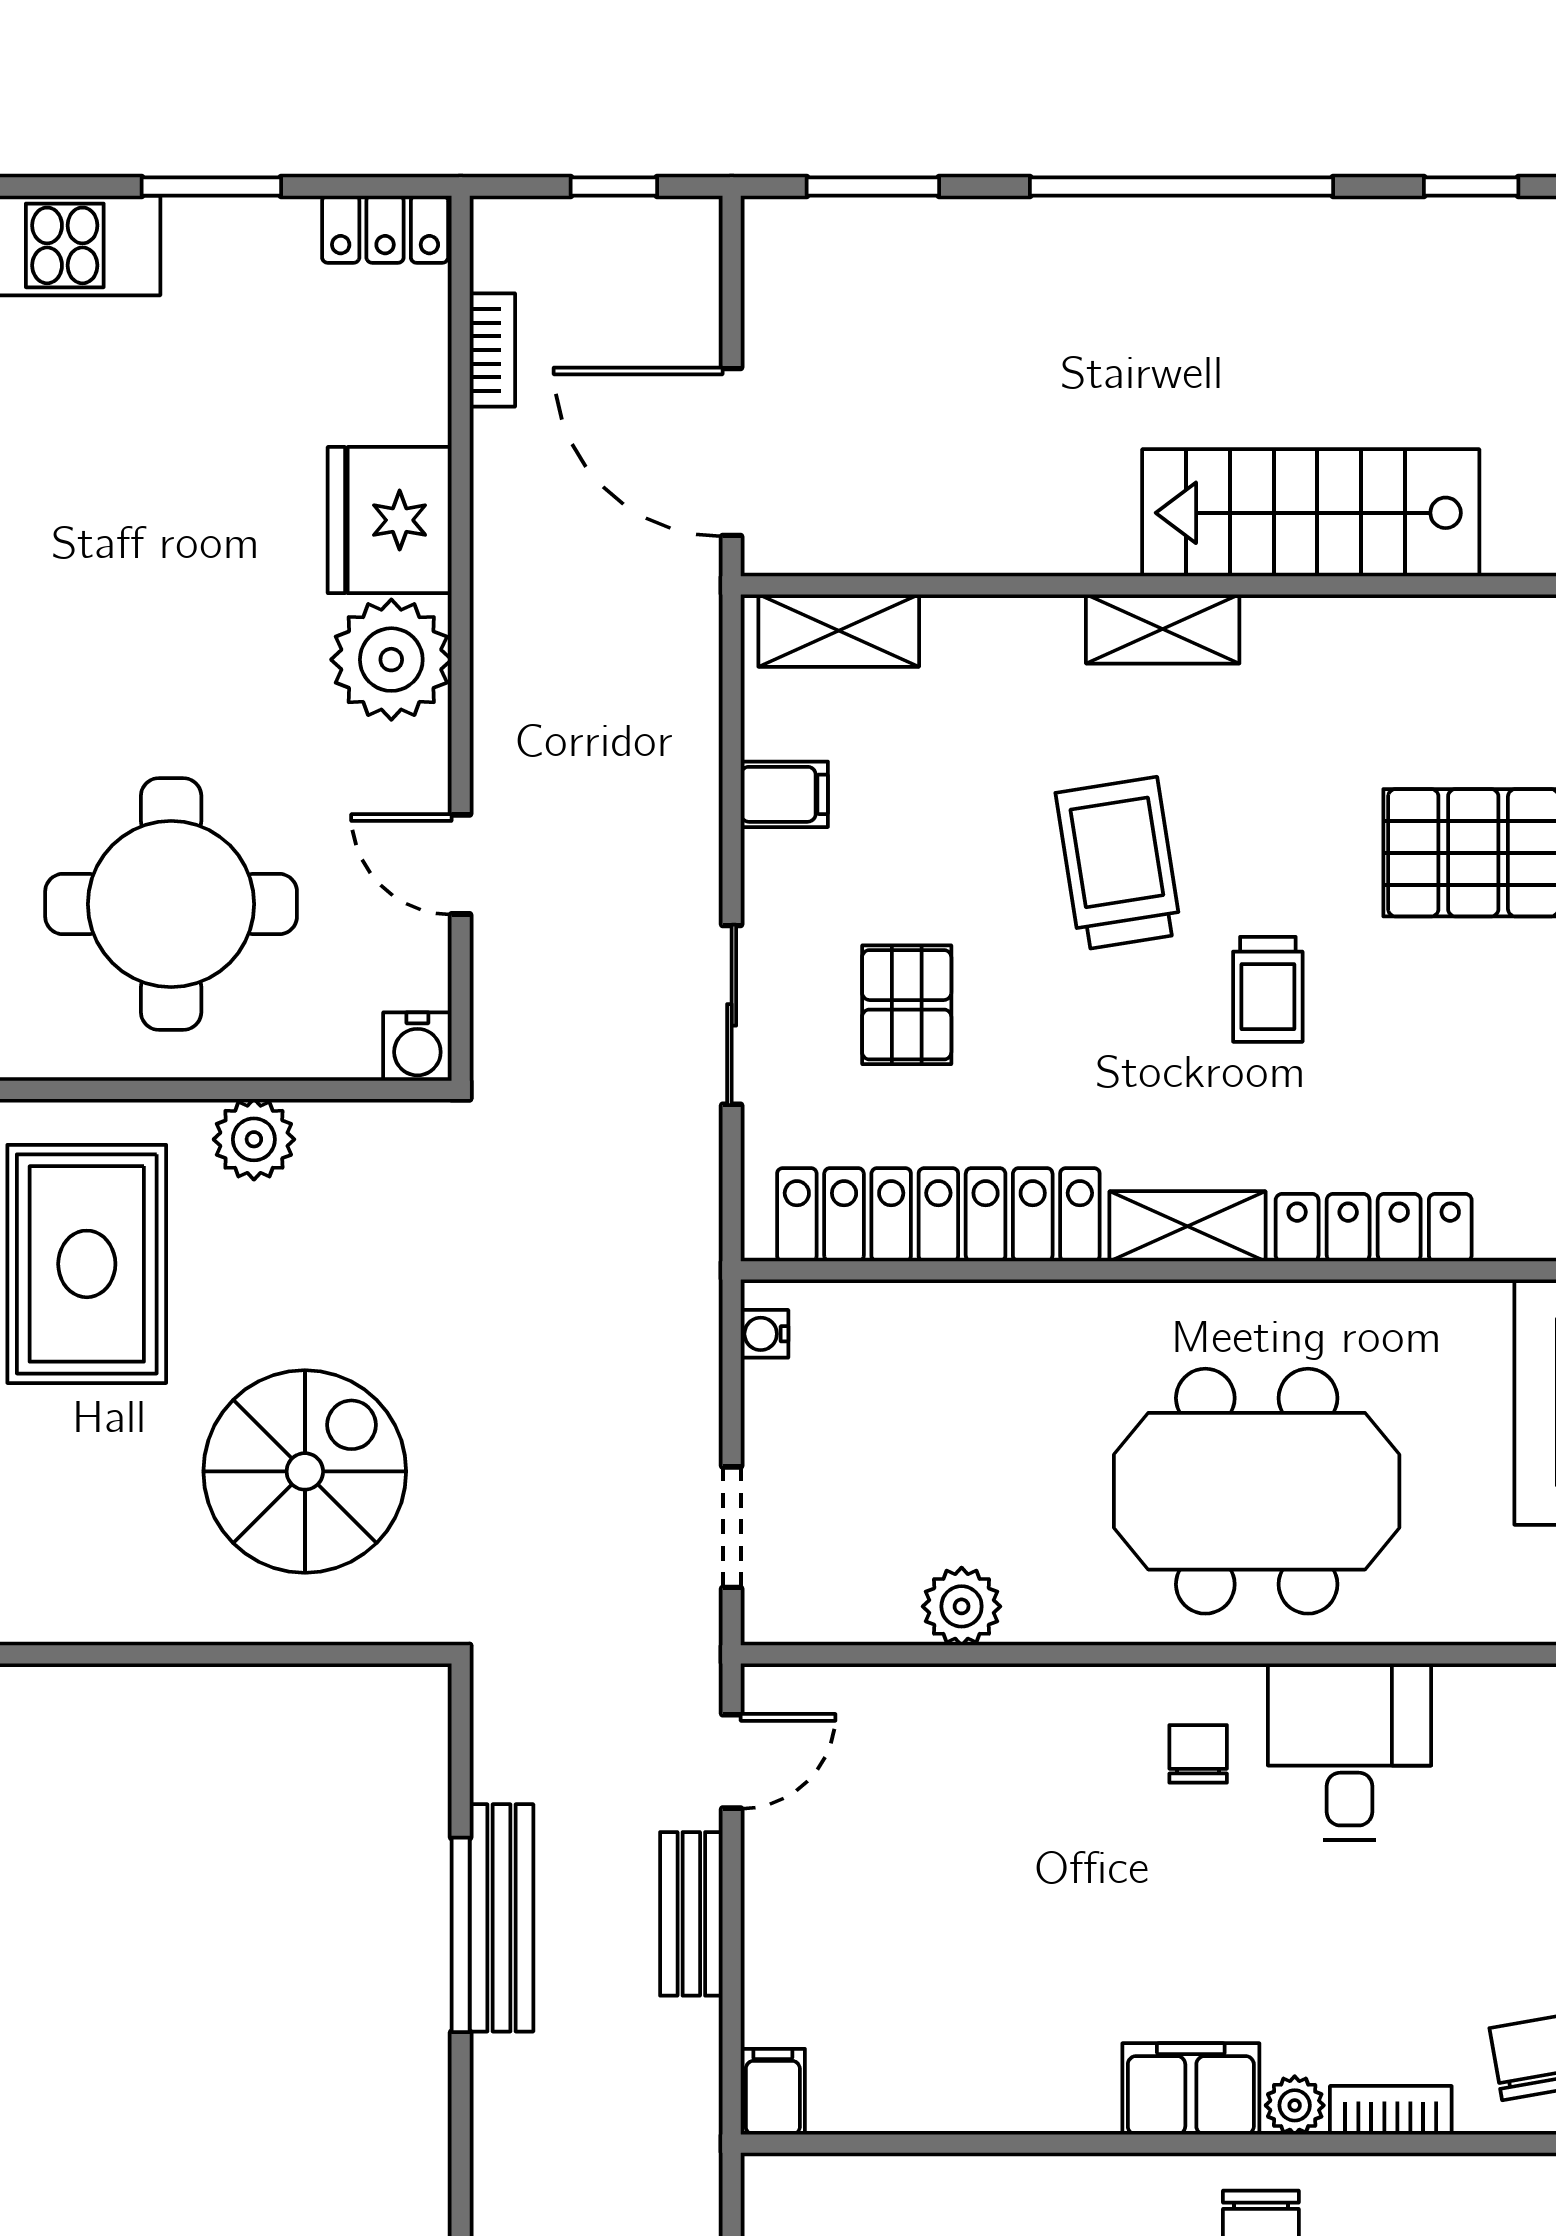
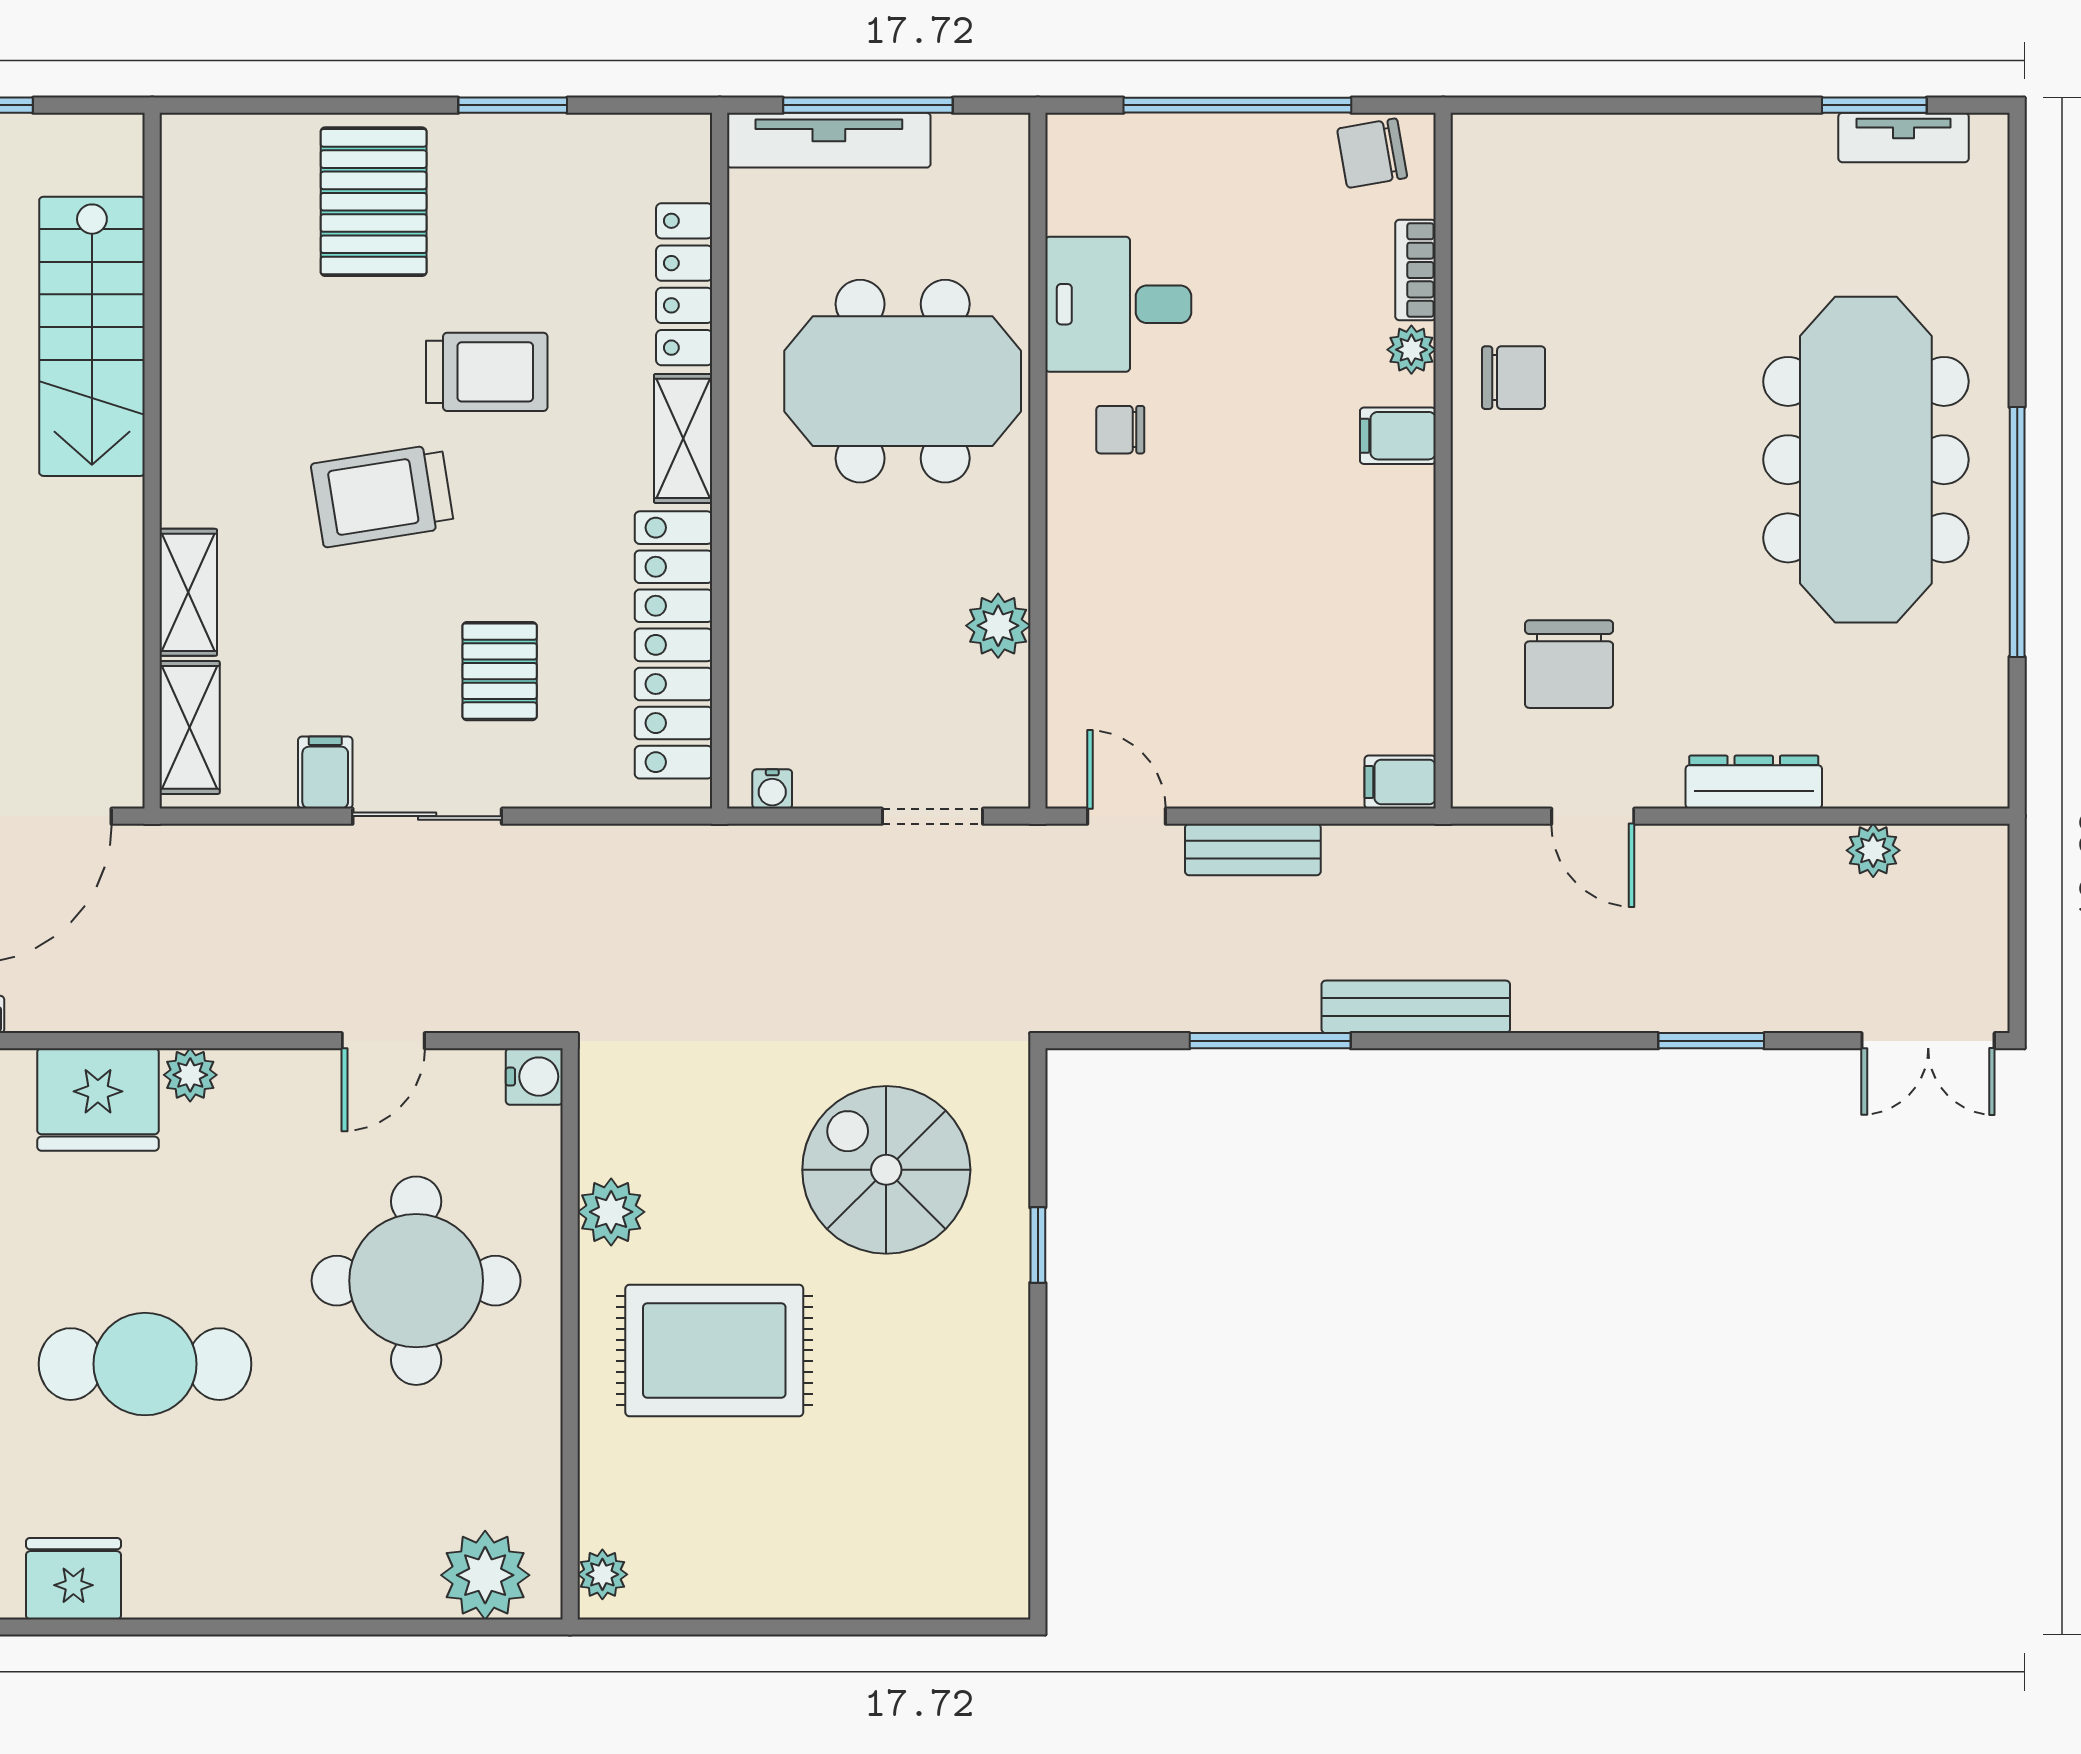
cafe table: (70, 577) -> (145, 1364), added
shelving: (1163, 629) -> (188, 592), moved
plant: (391, 660) -> (190, 1075), width x0.53, depth x0.53
trolley: (1268, 989) -> (487, 372), width x1.36, depth x1.39
pallet: (907, 1005) -> (500, 671), turned 90
sliding door: (732, 1015) -> (427, 816), moved
meeting table: (1257, 1491) -> (903, 381), turned 90
window: (214, 1654) -> (1038, 1245), added
bench: (502, 1918) -> (1416, 1007), moved
filing cabinet: (1191, 2089) -> (1398, 436), width x0.50

